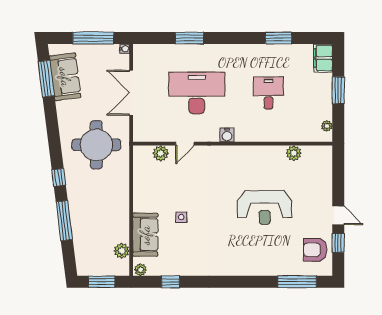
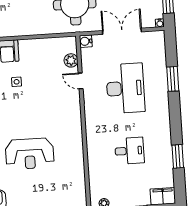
water cooler: (227, 135) -> (86, 41), moved
plant: (294, 153) -> (79, 176), removed
reception desk: (265, 208) -> (30, 154), turned -90

